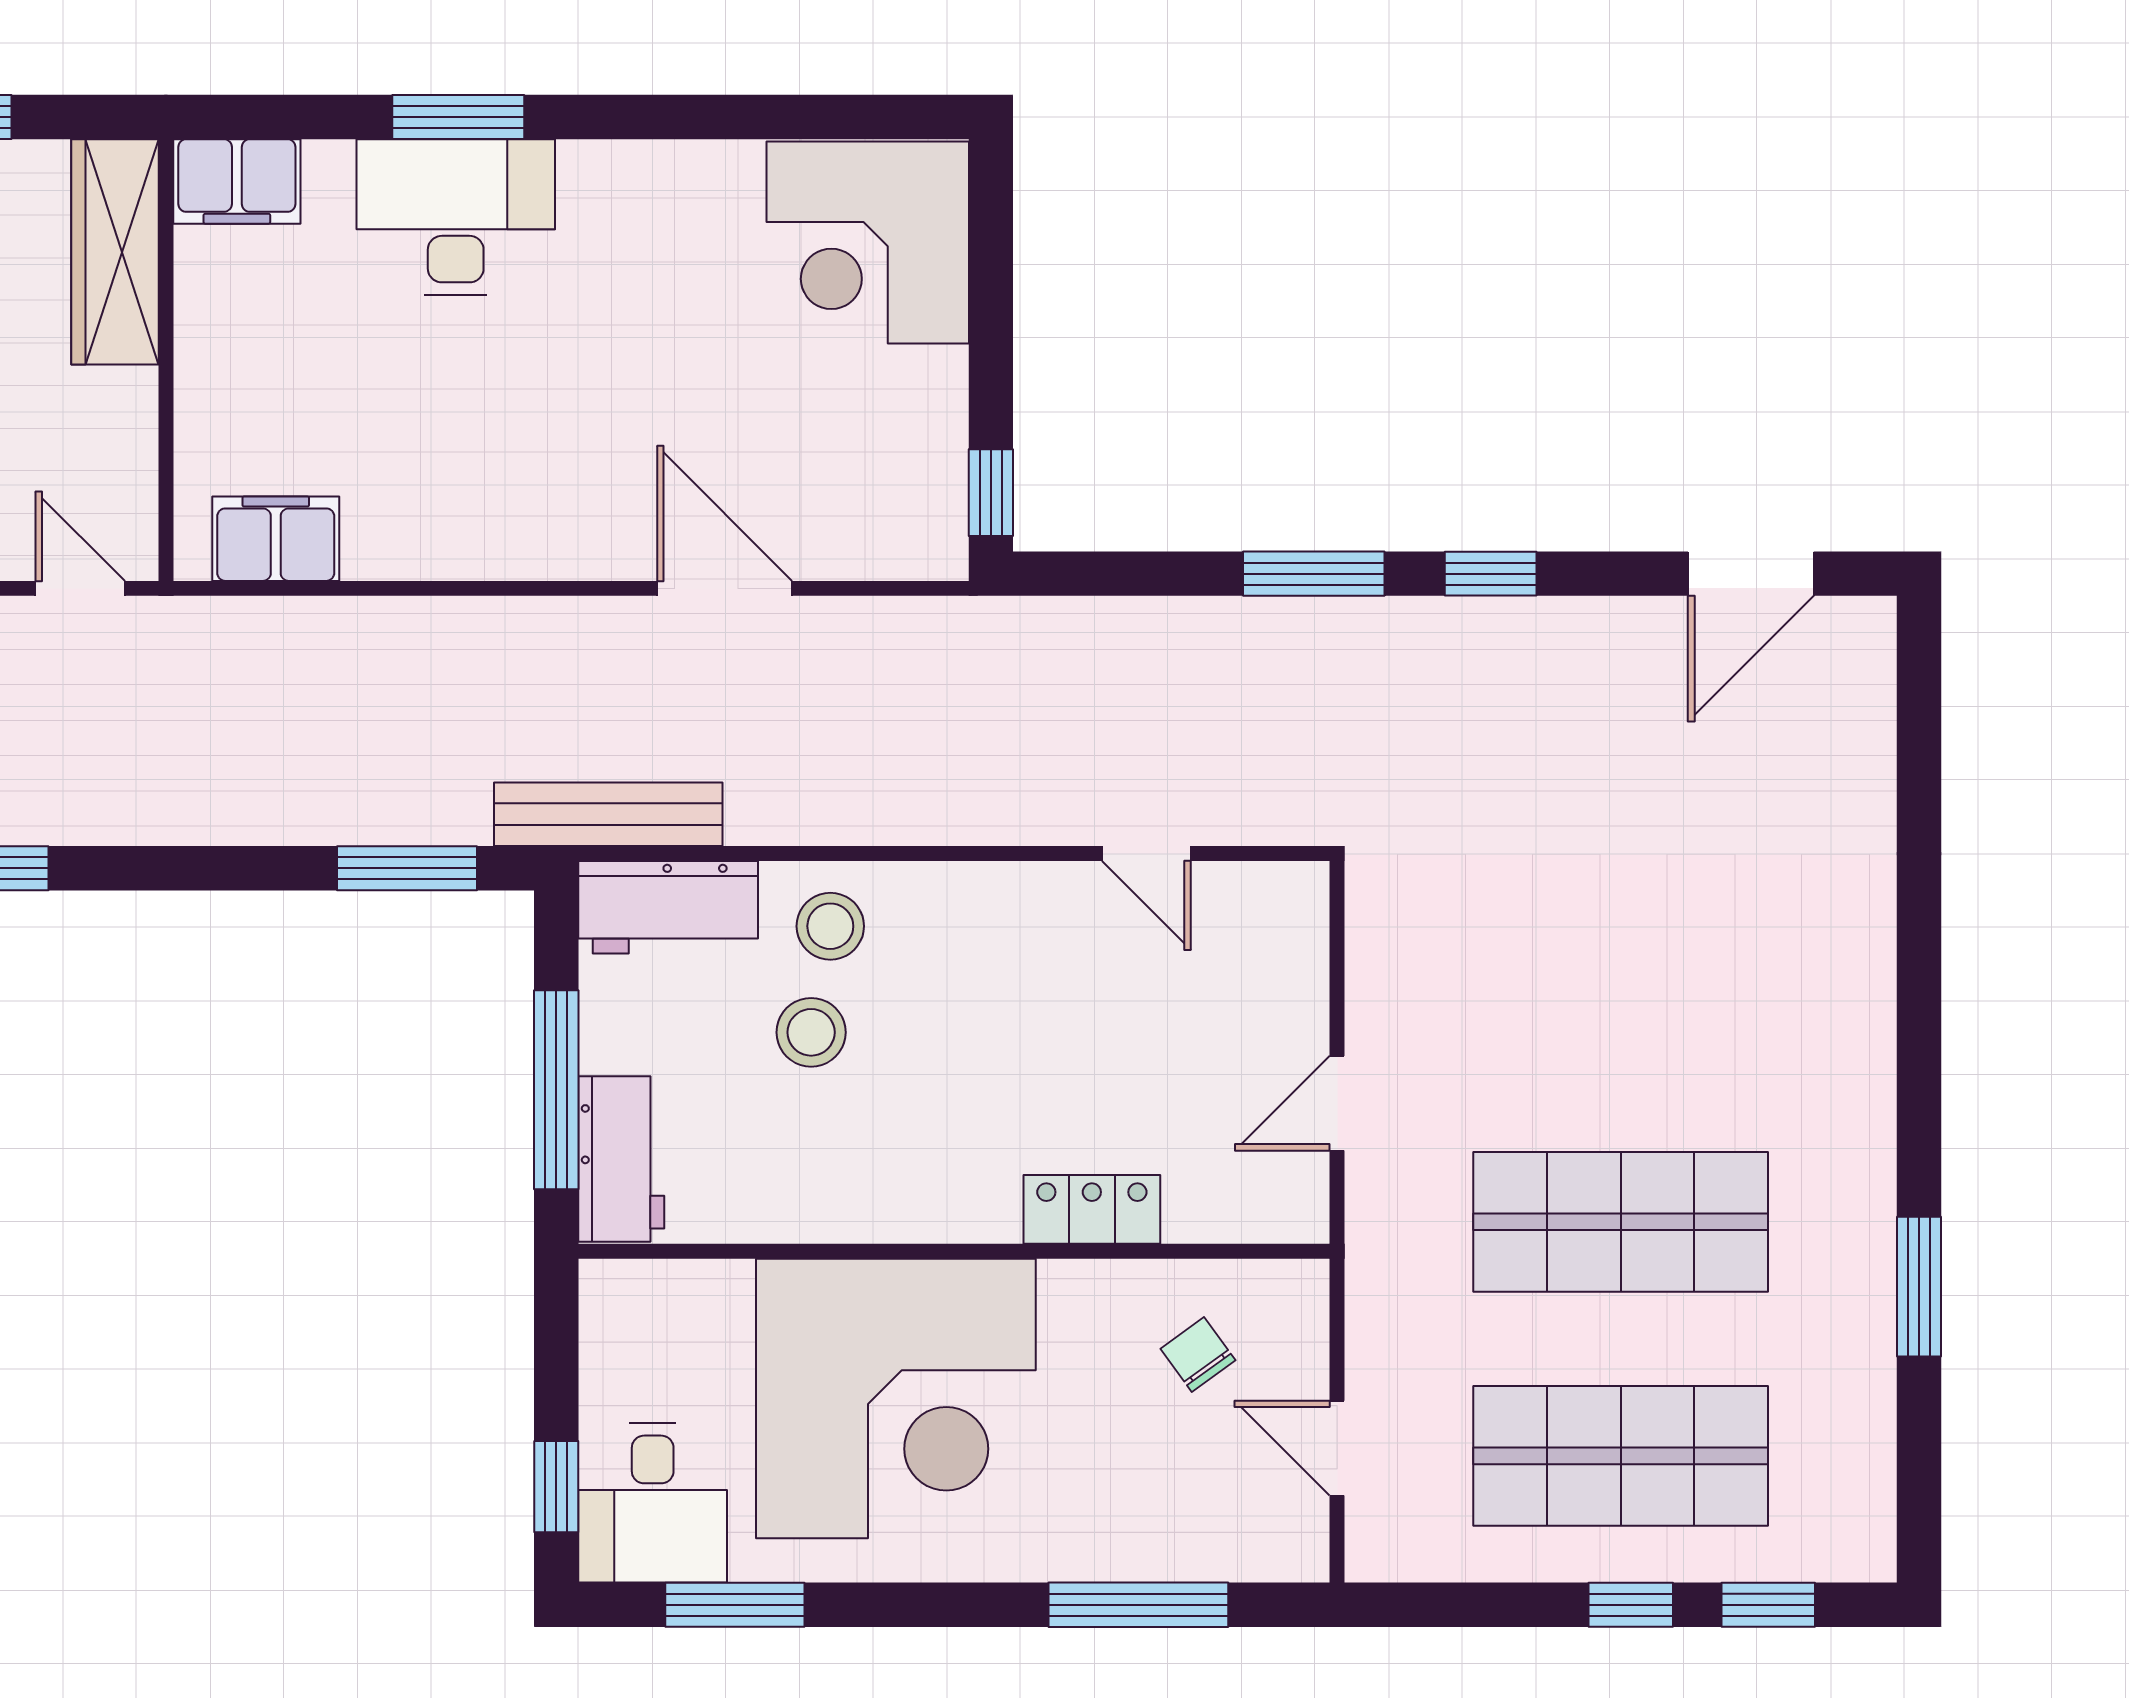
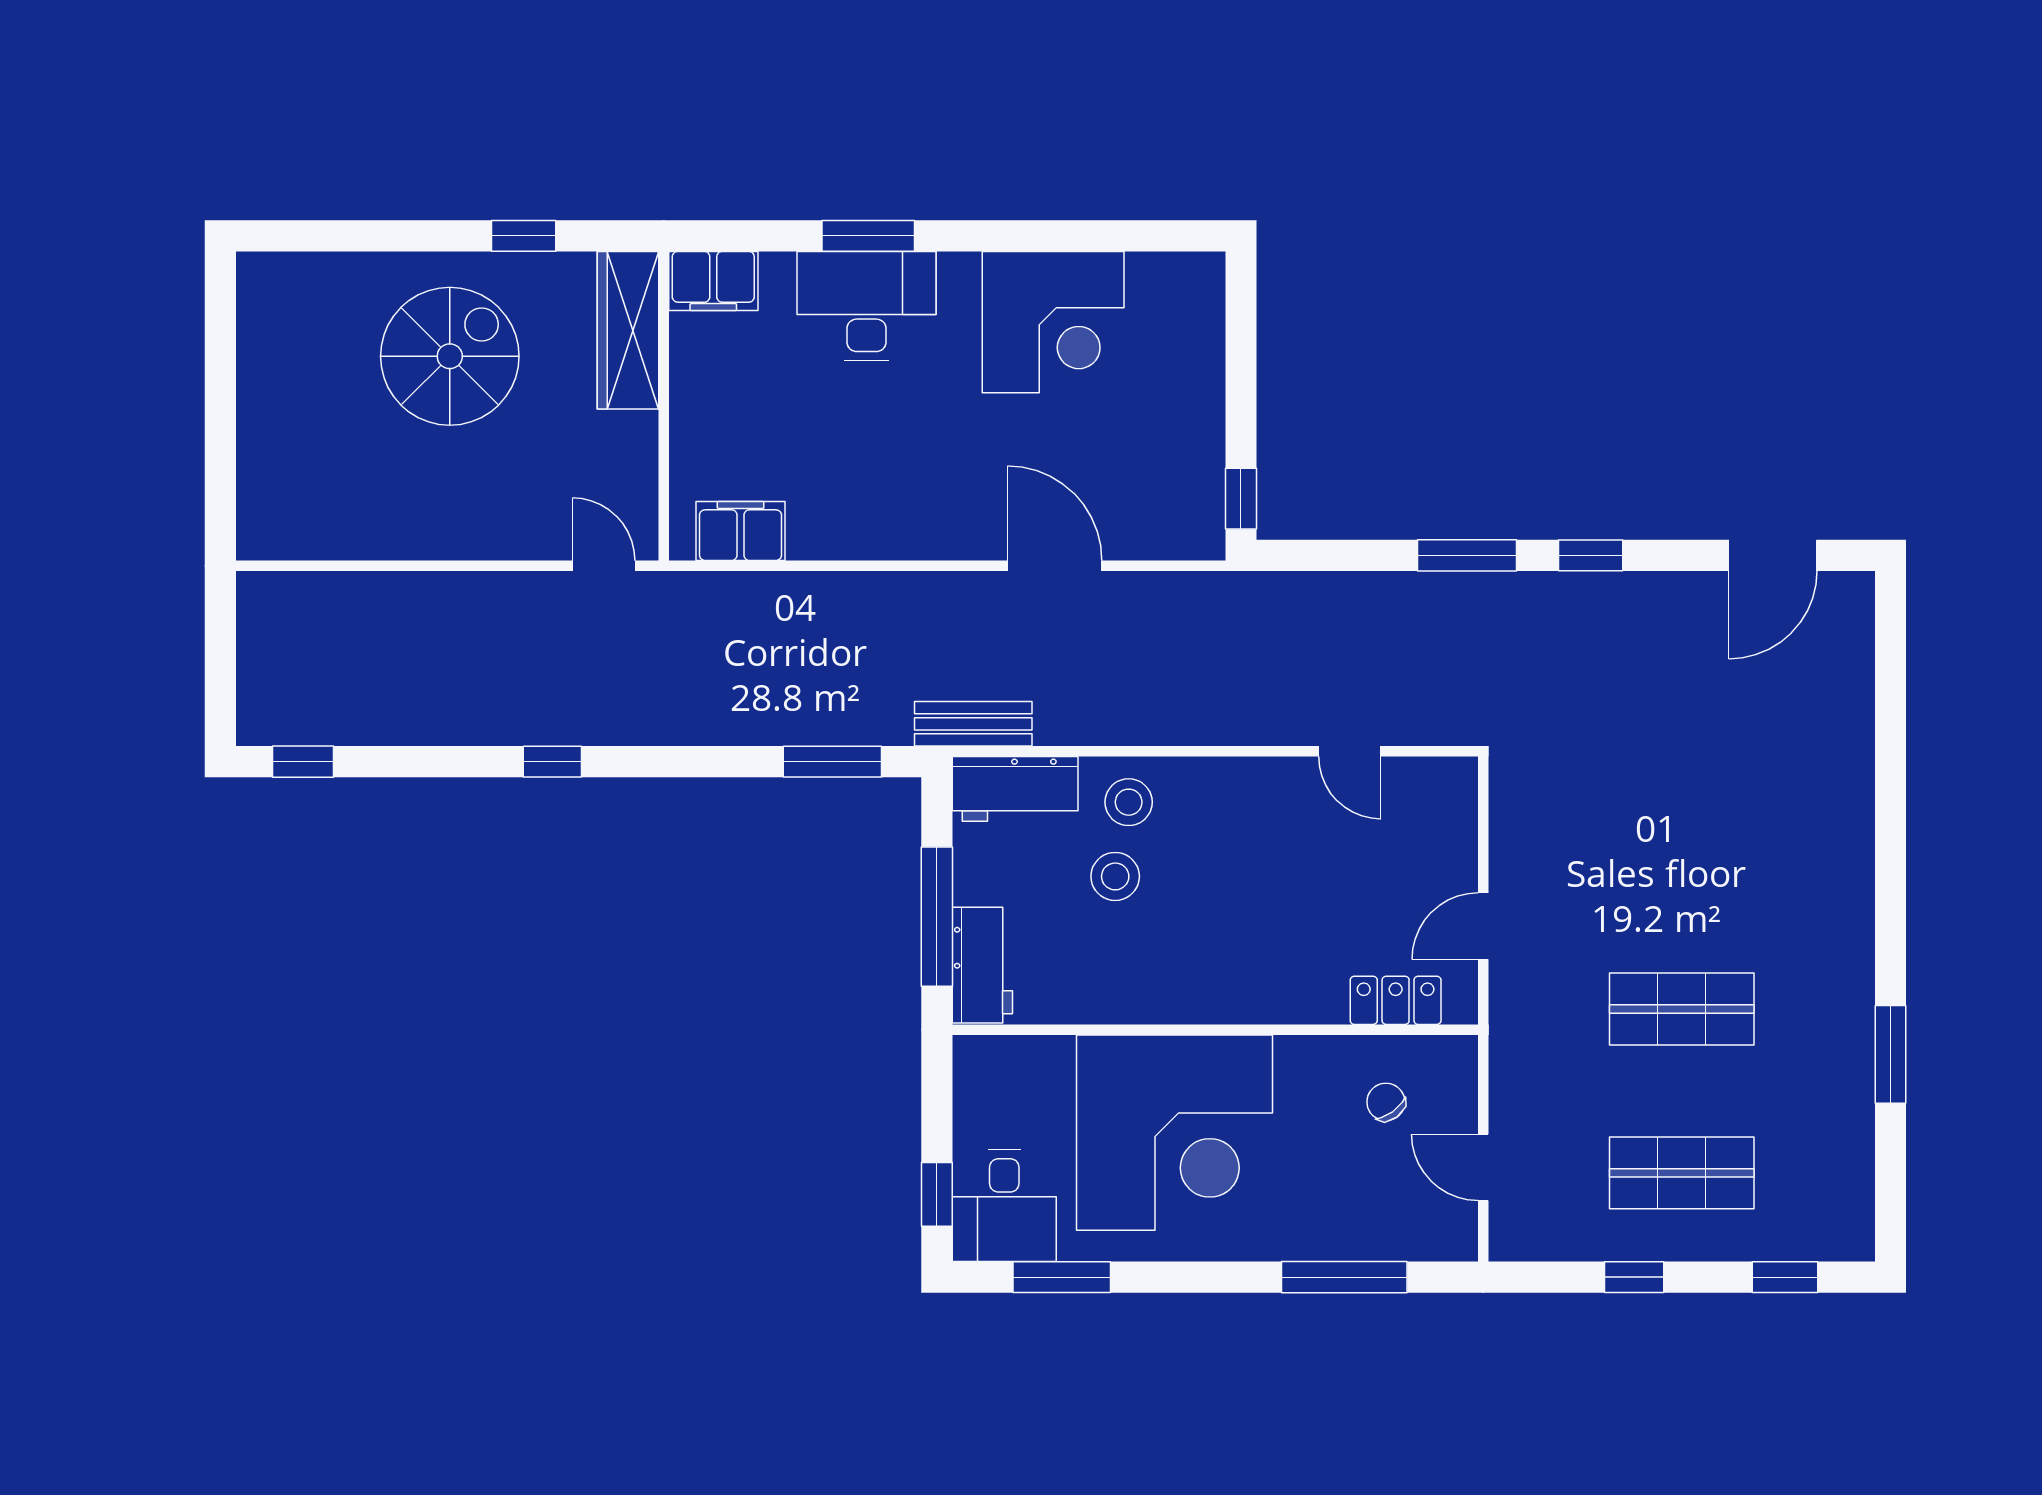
corner desk: (868, 242) -> (1053, 322), moved, turned -90
bench: (608, 814) -> (973, 724), width x0.73
locker: (1092, 1209) -> (1396, 1000), moved
shop shelf: (1621, 1222) -> (1682, 1009), width x0.70, depth x0.74
shop shelf: (1621, 1456) -> (1682, 1173), width x0.70, depth x0.74
window: (1631, 1605) -> (1634, 1277), moved

